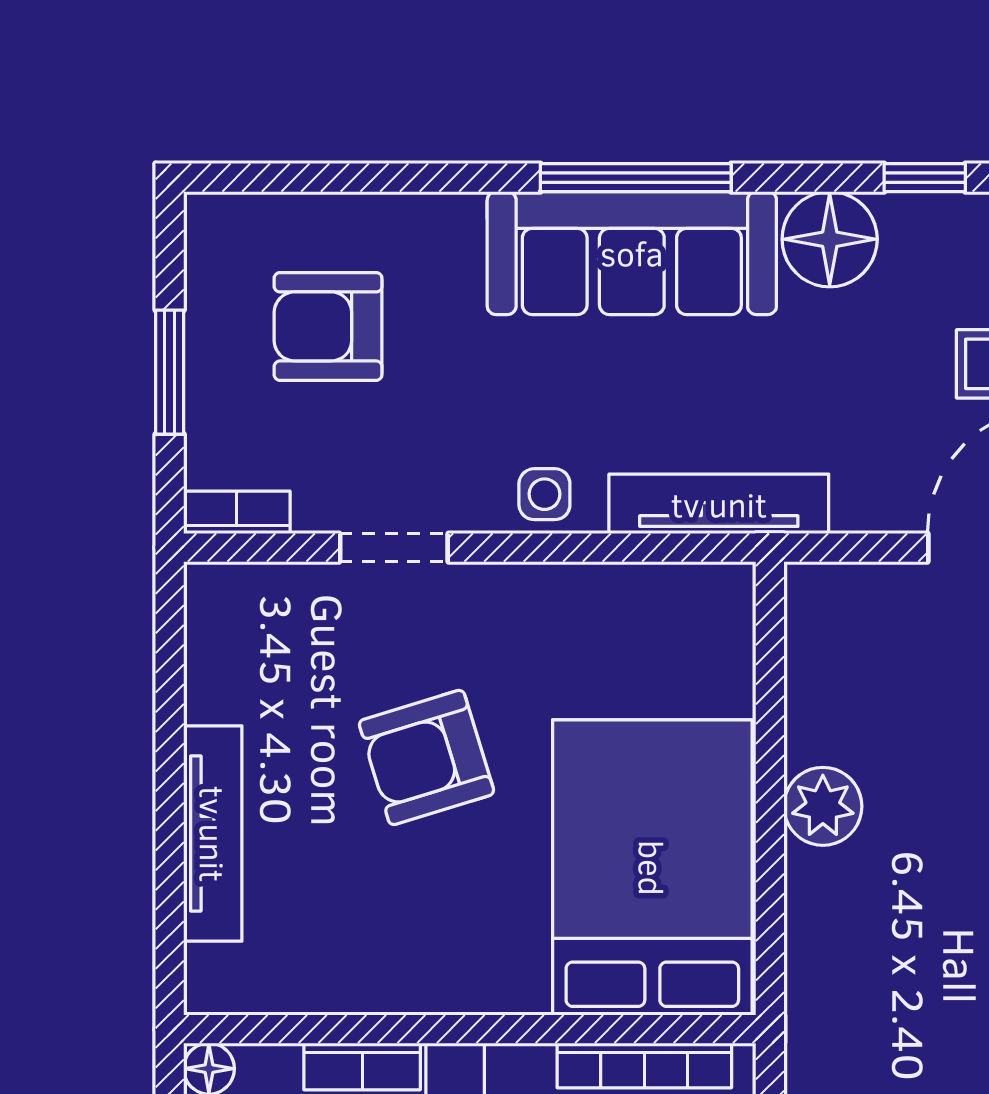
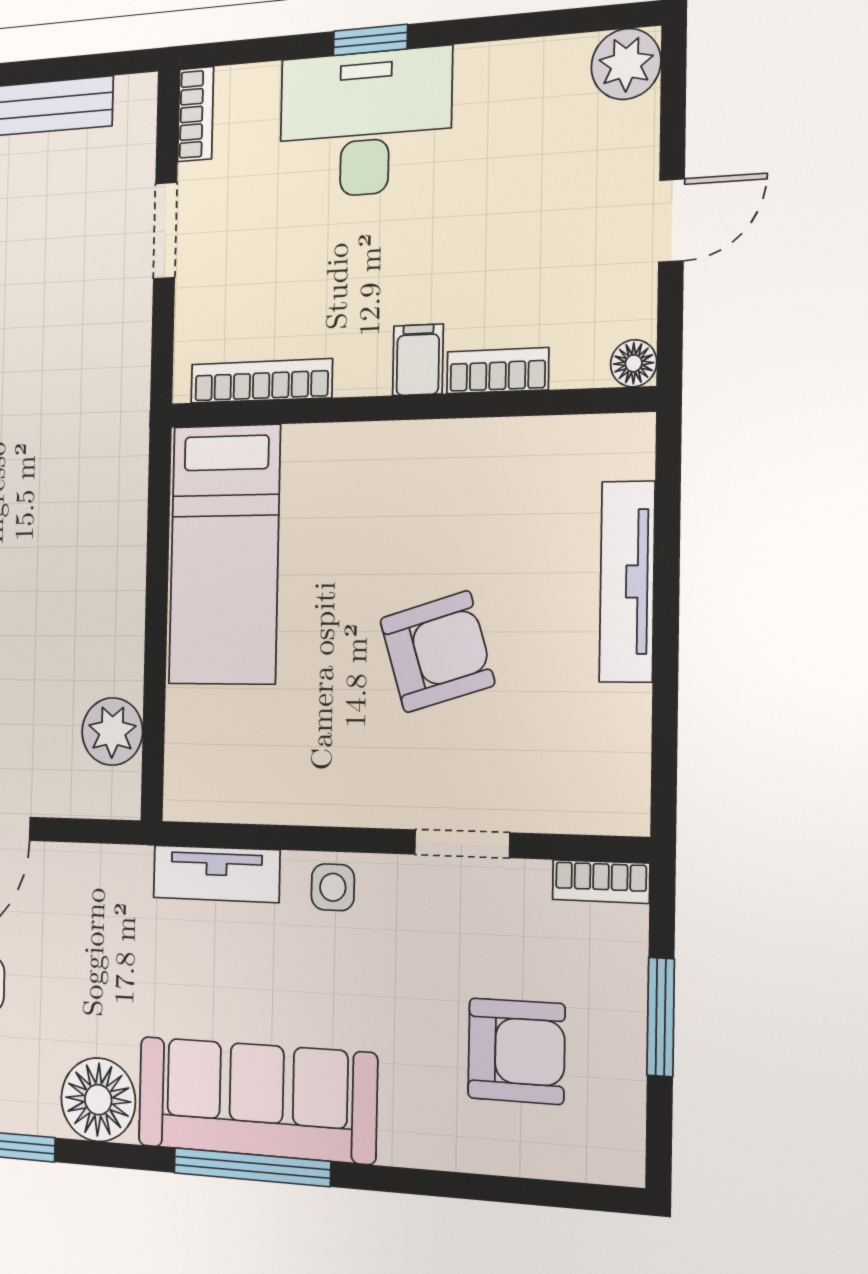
tv unit: (719, 504) -> (216, 874), width x0.71
plant: (823, 806) -> (112, 731), moved
bed: (652, 868) -> (224, 555), width x0.67

